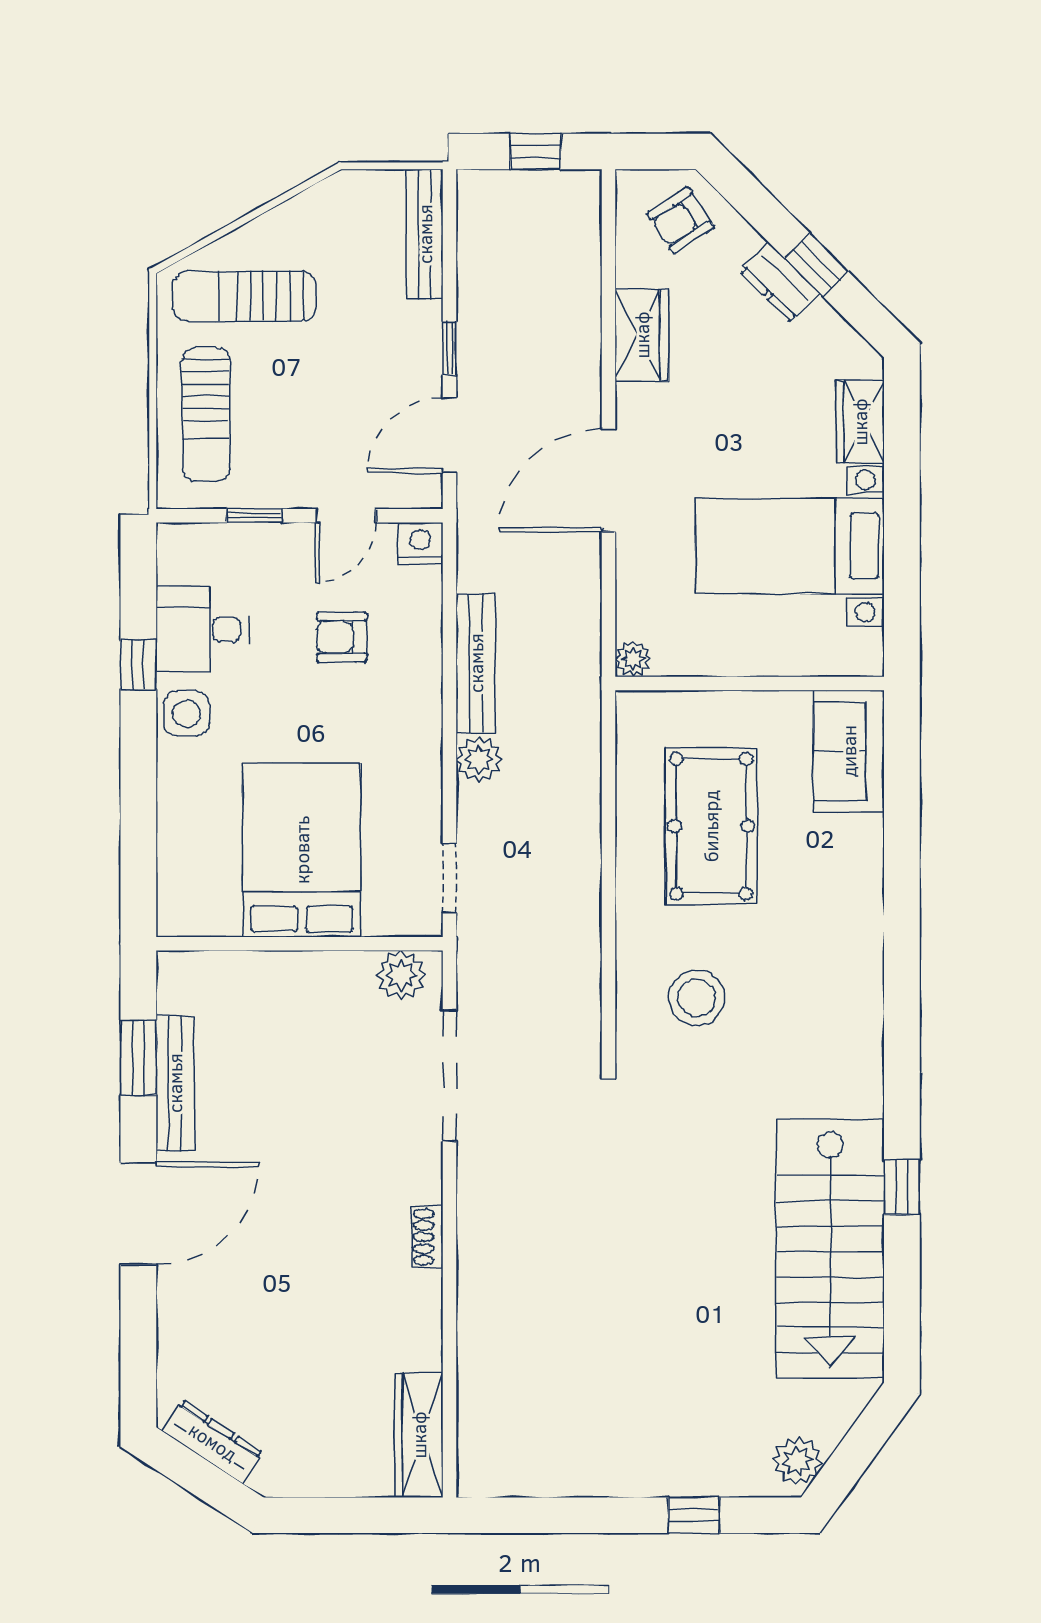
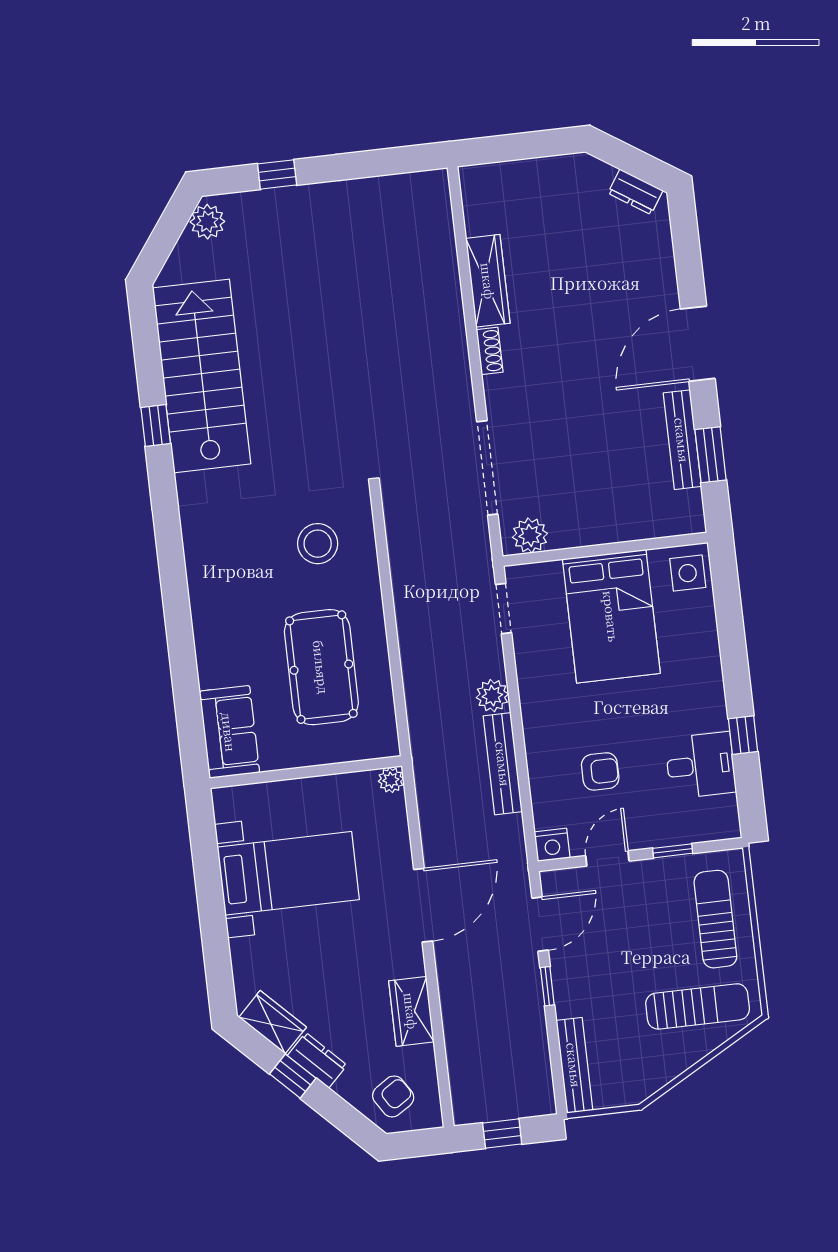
wardrobe: (860, 422) -> (273, 1022), moved, turned -45
side table: (186, 714) -> (688, 573), moved
wardrobe: (419, 1435) -> (488, 281), moved
dresser: (213, 1442) -> (635, 192), width x0.70

